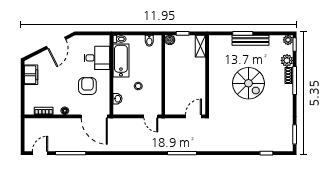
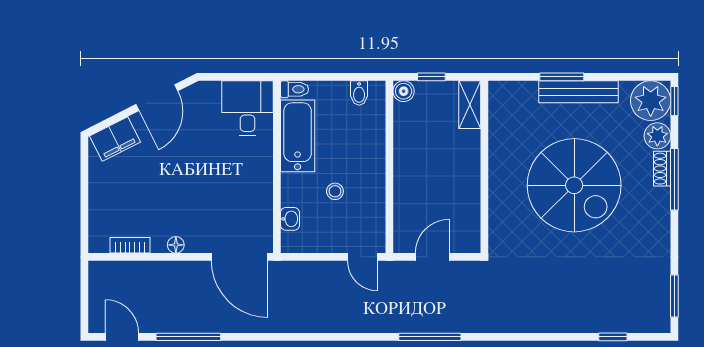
plant: (288, 40) -> (651, 101), width x1.88, depth x1.88
desk: (97, 58) -> (247, 108), moved, turned -90
filing cabinet: (31, 75) -> (115, 139), moved, turned 63
spiral stairs: (248, 83) -> (574, 185), width x1.37, depth x1.37
armchair: (87, 86) -> (225, 191), removed
door: (193, 116) -> (432, 257), moved
door: (40, 153) -> (122, 337), hinge flipped

